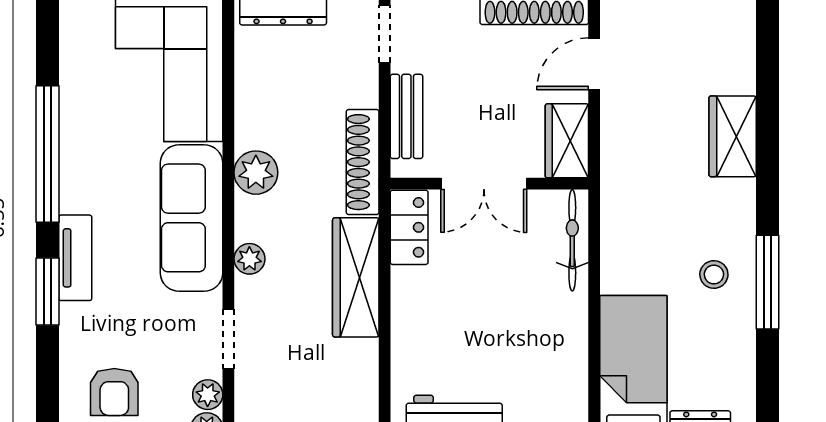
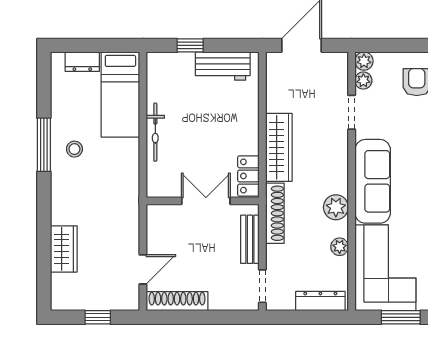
wardrobe: (733, 136) -> (64, 249), moved
wardrobe: (567, 141) -> (158, 225), removed
bicycle: (572, 240) -> (155, 132), moved
plant: (249, 259) -> (340, 247), moved

